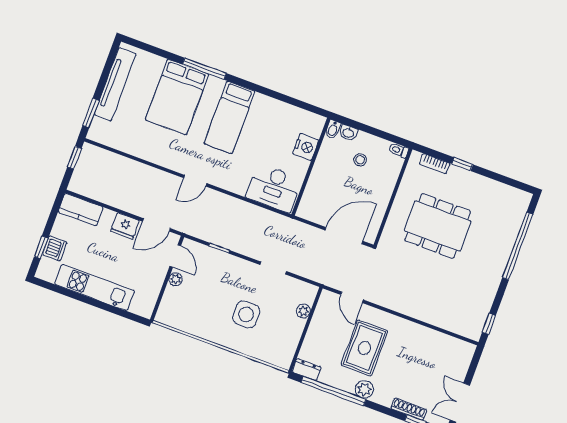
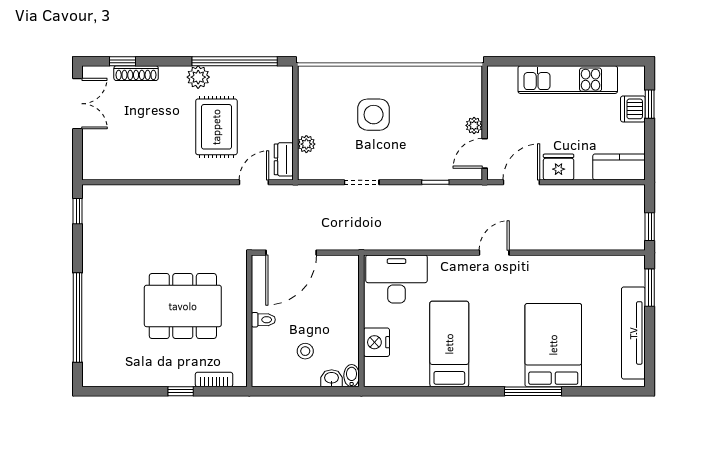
bed: (230, 117) -> (449, 344), moved
toilet: (399, 150) -> (263, 320), moved
door: (175, 256) -> (485, 153), hinge flipped
door: (352, 297) -> (254, 182), hinge flipped
dresser: (307, 370) -> (284, 159), moved, turned 90

